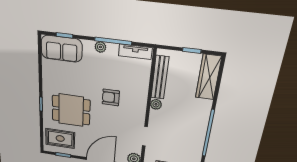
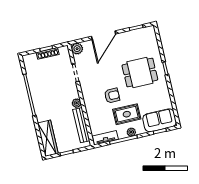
rug: (60, 138) -> (127, 114), moved

